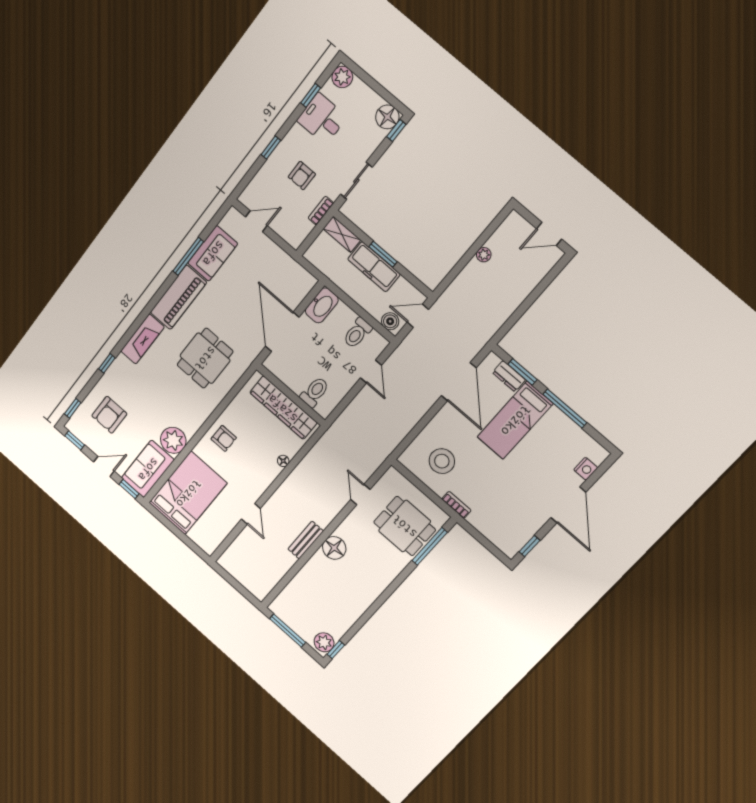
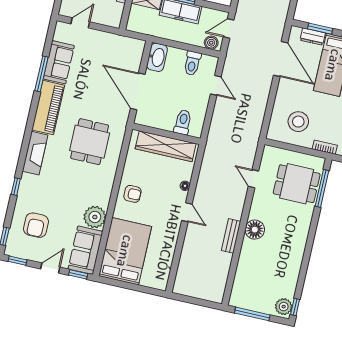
door: (251, 514) -> (187, 212), moved

